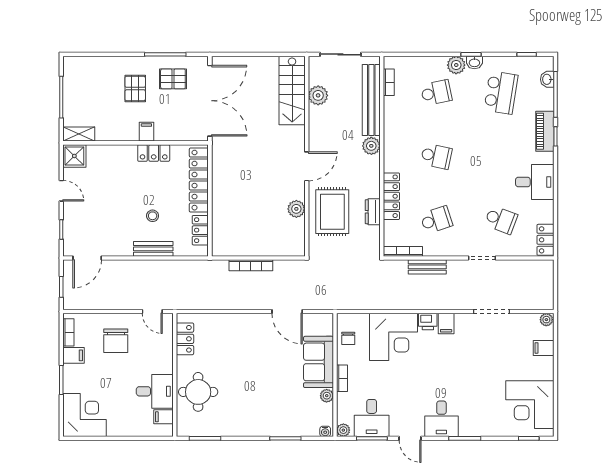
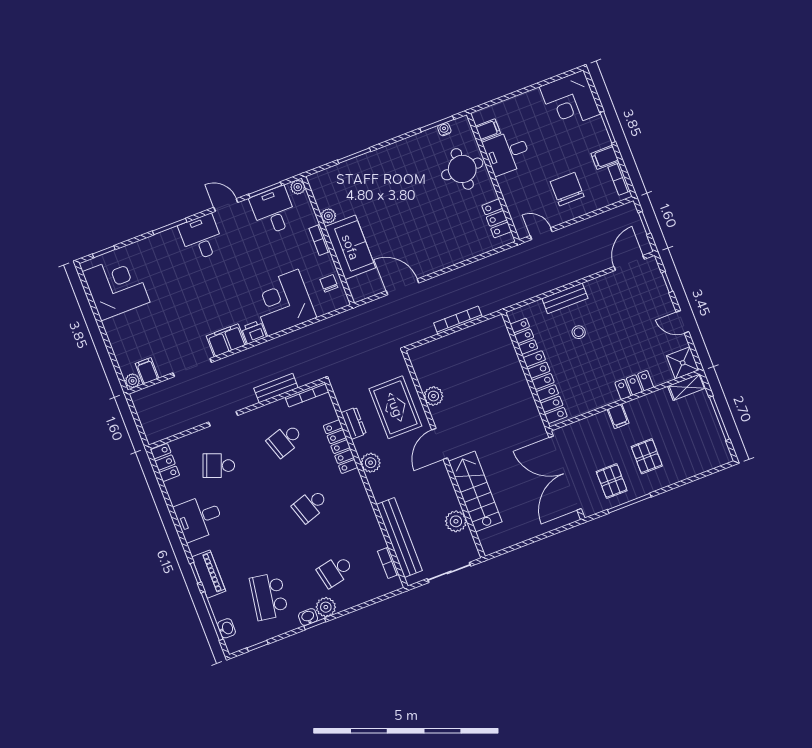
pallet: (173, 79) -> (612, 481), turned 90
stairs: (292, 90) -> (475, 492), moved
plant: (371, 146) -> (371, 463), moved
locker: (154, 153) -> (634, 385), moved
school desk: (436, 156) -> (310, 505), turned -30
filing cabinet: (446, 323) -> (226, 340), width x2.00
filing cabinet: (544, 348) -> (147, 371), moved, turned -90
water cooler: (325, 431) -> (444, 129), moved

